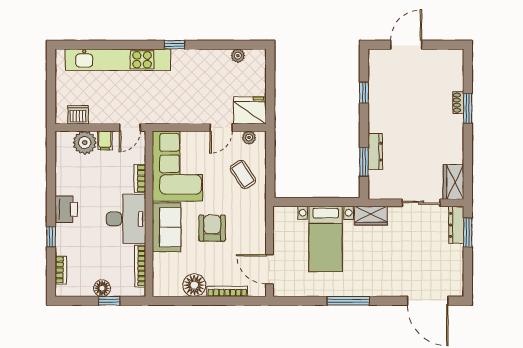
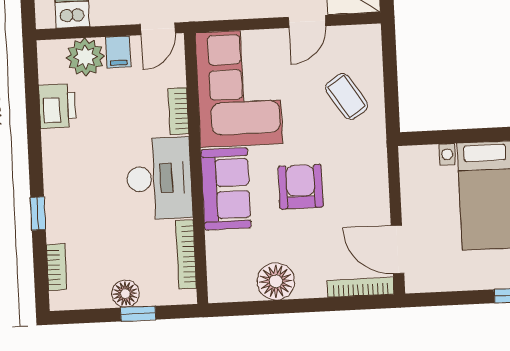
plant: (249, 138) -> (354, 36), removed
printer: (66, 209) -> (57, 106), moved
bookcase: (227, 291) -> (361, 287), moved

